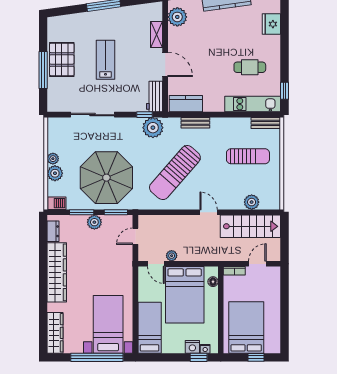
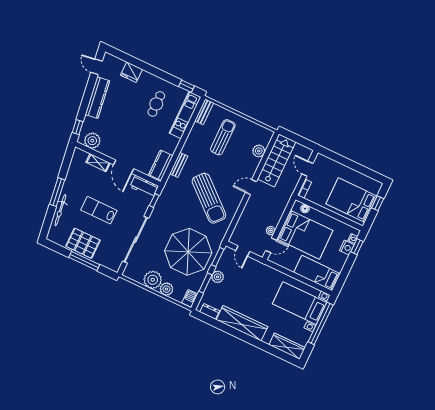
bicycle: (86, 18) -> (60, 210), added
door: (165, 64) -> (124, 167), swing flipped
sliding door: (92, 115) -> (136, 240), width x1.36
plant: (153, 128) -> (167, 199), removed
plant: (53, 159) -> (153, 280), width x1.87, depth x1.87

